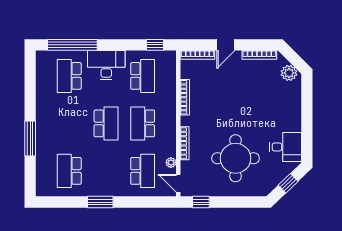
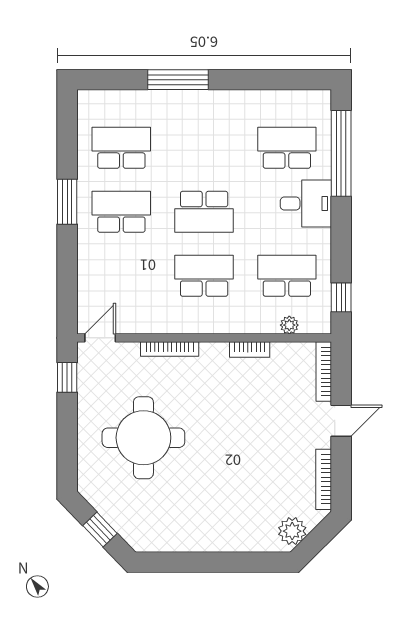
door: (226, 45) -> (341, 421), swing flipped
desk: (106, 65) -> (306, 204), width x0.73
school desk: (143, 76) -> (287, 276), turned 180
bookcase: (185, 97) -> (250, 350), width x0.64
desk: (286, 147) -> (163, 525), removed
plant: (171, 163) -> (289, 325), moved
school desk: (143, 171) -> (121, 212), moved, turned 180

